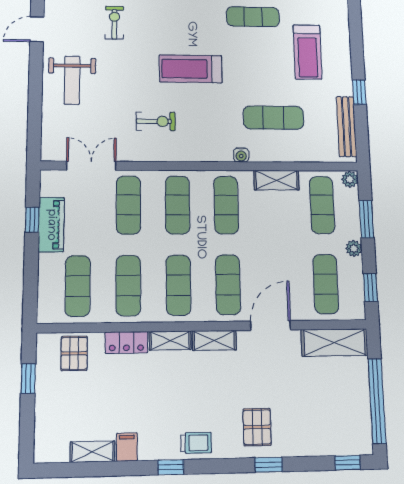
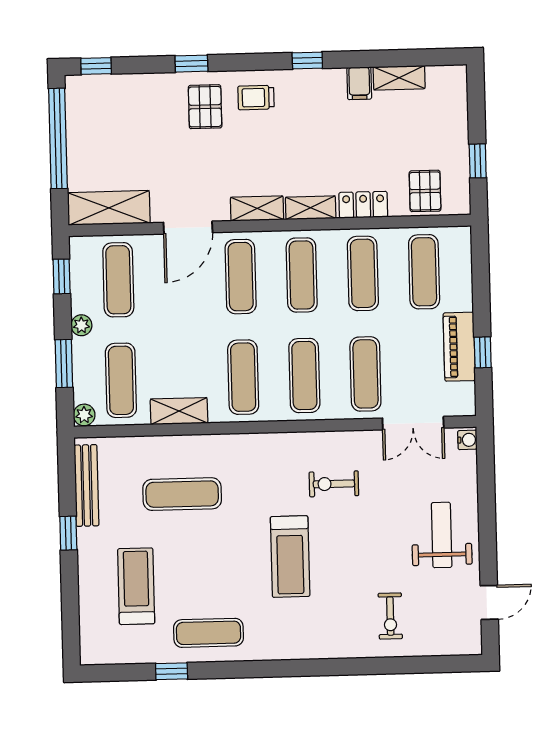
treadmill: (191, 69) -> (290, 557), turned 90
water cooler: (241, 155) -> (467, 440), moved, turned 90
trolley: (196, 443) -> (256, 98), moved

